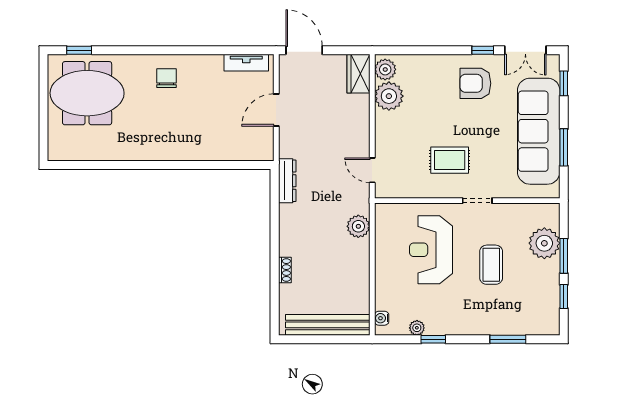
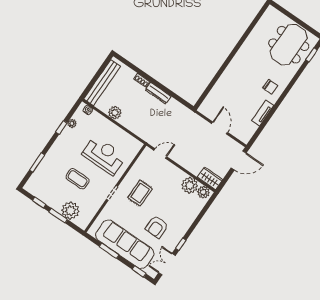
tv unit: (246, 63) -> (263, 113), moved
armchair: (475, 83) -> (157, 227), moved, turned 180
dresser: (287, 181) -> (158, 93), moved
plant: (358, 226) -> (115, 113), moved

